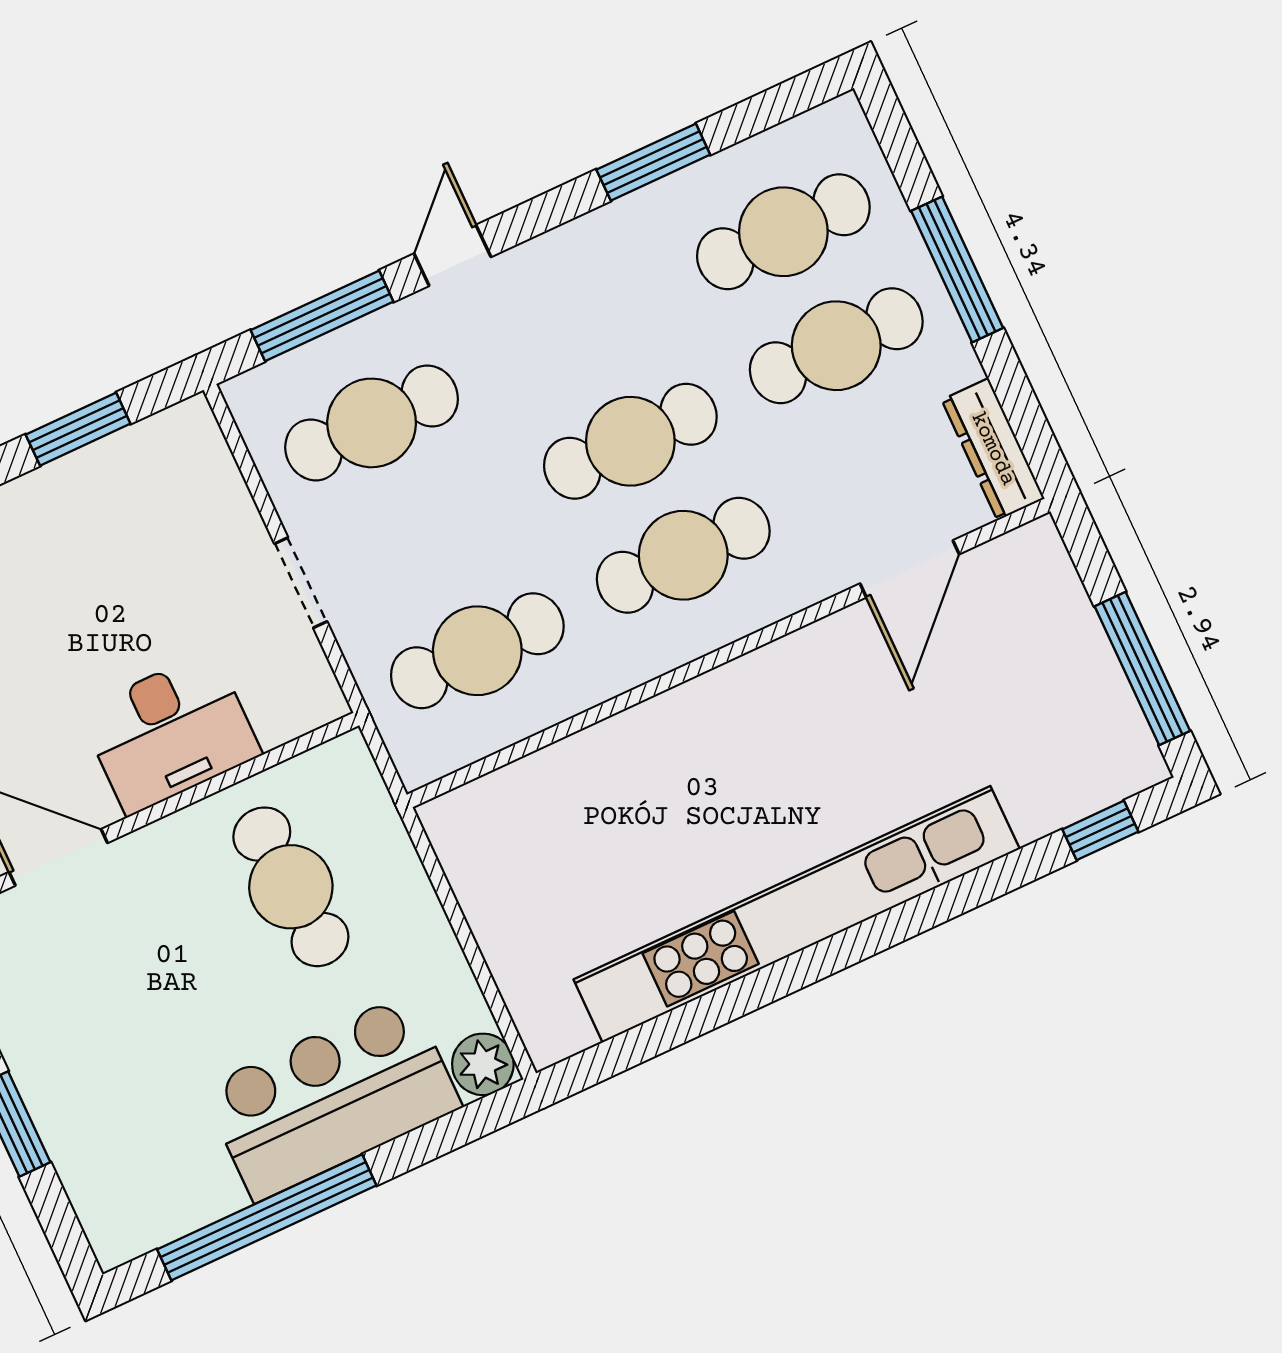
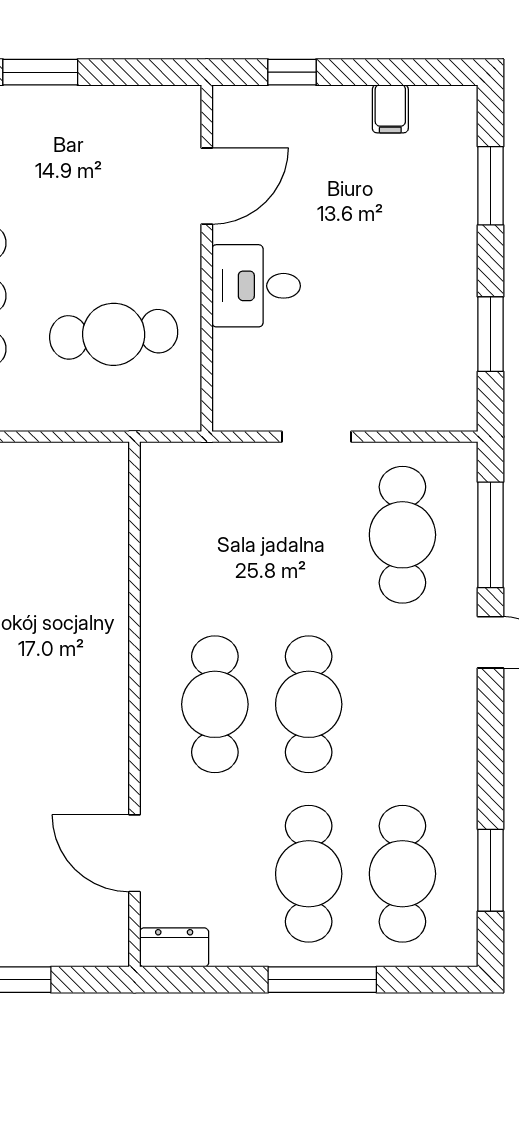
window: (653, 162) -> (490, 870), moved
dresser: (993, 449) -> (174, 947), width x0.70
cafe table: (477, 651) -> (215, 535), removed
desk: (170, 733) -> (256, 286), width x0.73

